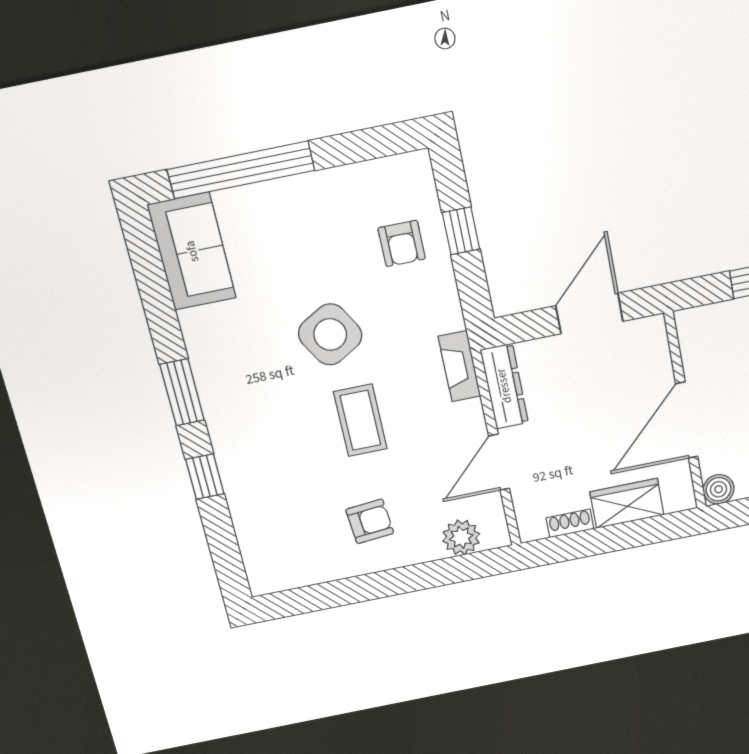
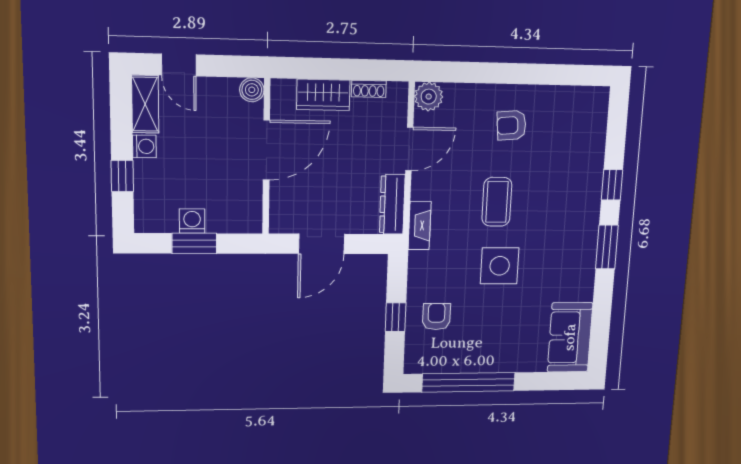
window: (241, 170) -> (469, 382), moved
side table: (330, 334) -> (500, 266), turned 30
plant: (461, 537) -> (429, 97), moved

